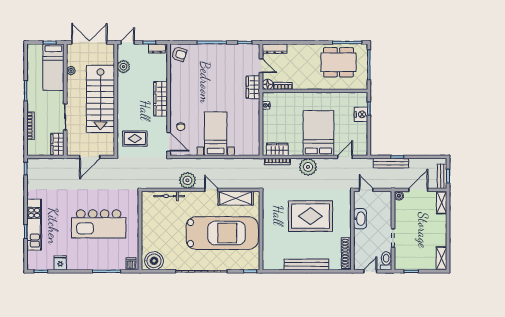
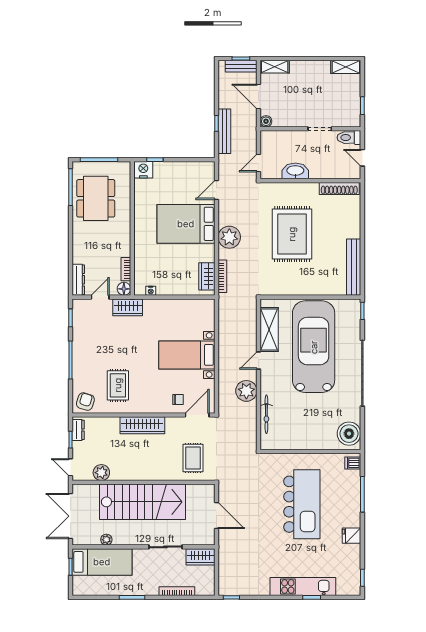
rug: (192, 80) -> (118, 385), added
nightstand: (361, 114) -> (143, 170), moved
door: (345, 157) -> (216, 190), hinge flipped
fridge: (60, 263) -> (352, 536), moved
bench: (306, 264) -> (354, 267), moved

